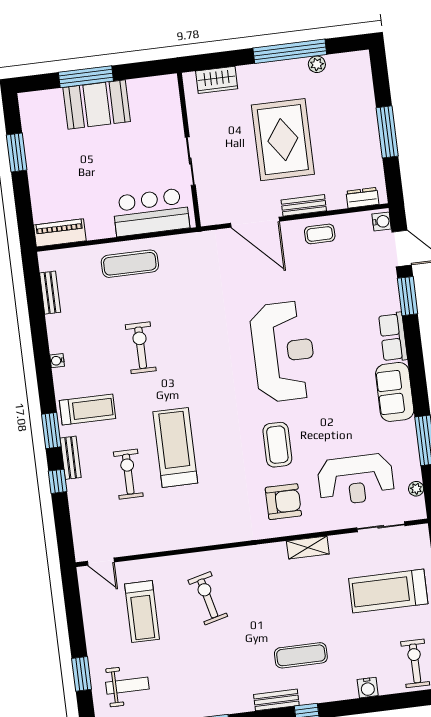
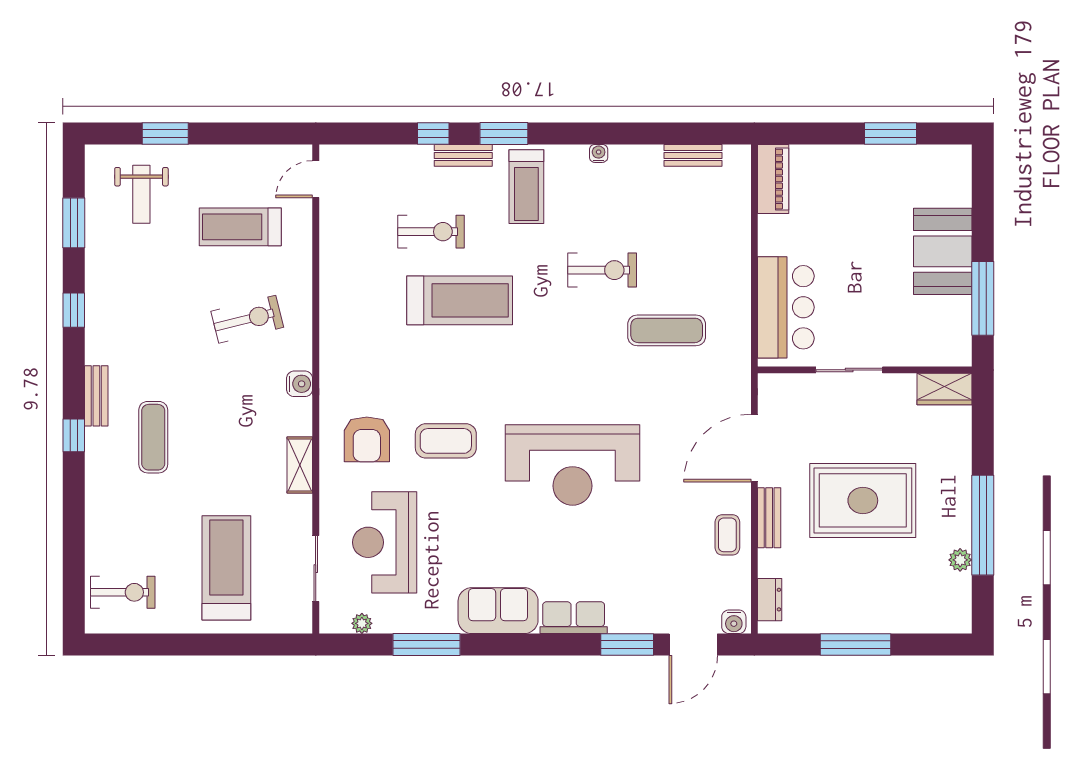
window: (86, 77) -> (983, 298), moved
wardrobe: (217, 80) -> (945, 389), moved, turned -90
exercise mat: (130, 264) -> (667, 330), moved, turned 90
water cooler: (368, 688) -> (300, 384), moved, turned 180

